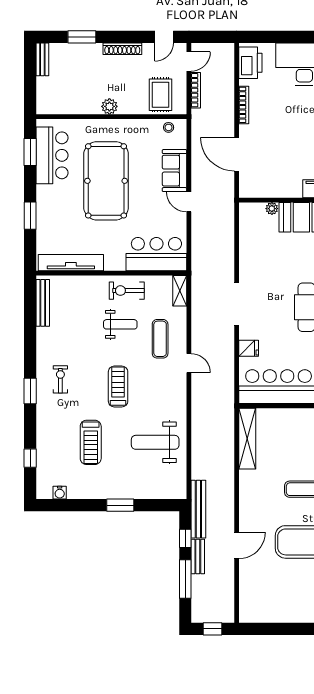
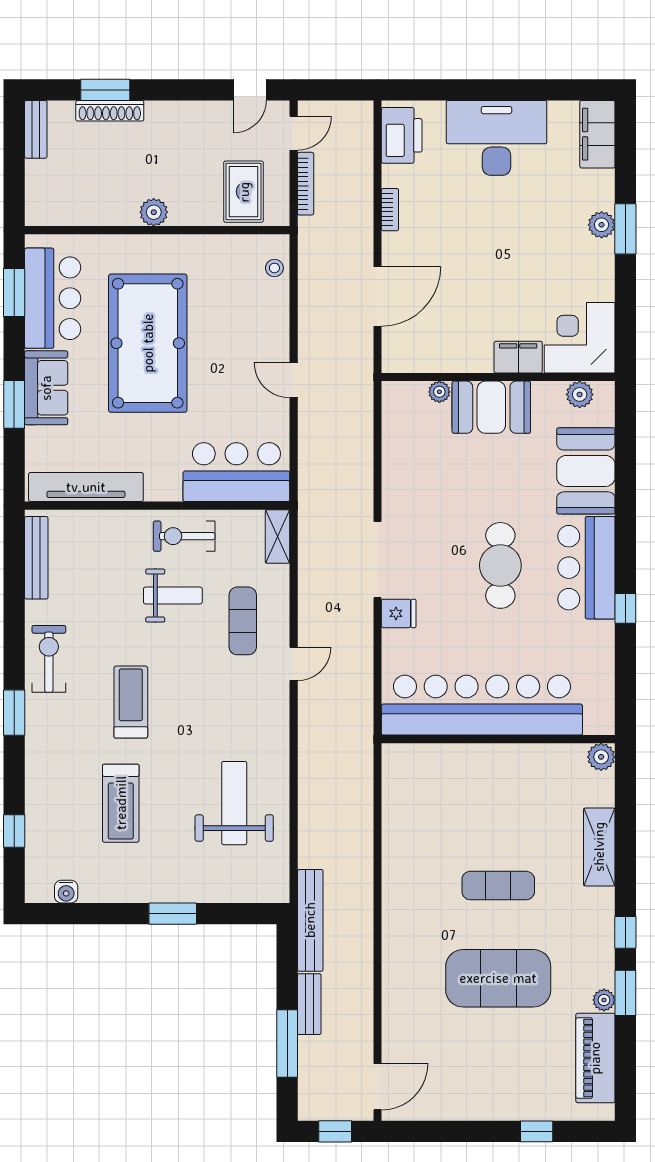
shoe rack: (122, 49) -> (110, 111), moved
bookcase: (244, 105) -> (390, 210), width x0.64
stool: (169, 127) -> (274, 268), moved
door: (237, 154) -> (378, 296), swing flipped
sofa: (174, 171) -> (46, 388), moved, turned 180
fridge: (249, 348) -> (399, 613), moved
door: (189, 363) -> (294, 664), hinge flipped
exercise bike: (60, 379) -> (49, 659), moved, width x1.38, depth x1.39
treadmill: (118, 387) -> (131, 702), moved
shelving: (247, 439) -> (396, 797), removed
weight bench: (155, 442) -> (234, 803), turned 90
window: (185, 538) -> (287, 972), removed
door: (237, 545) -> (378, 1087), moved

